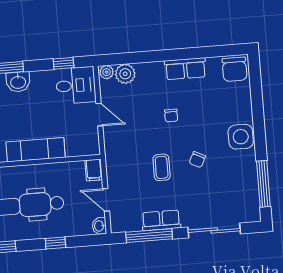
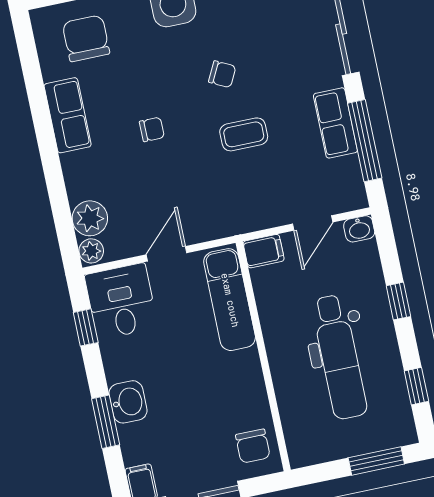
chair: (235, 69) -> (86, 38), moved, turned -90
exam couch: (36, 150) -> (230, 300), moved

